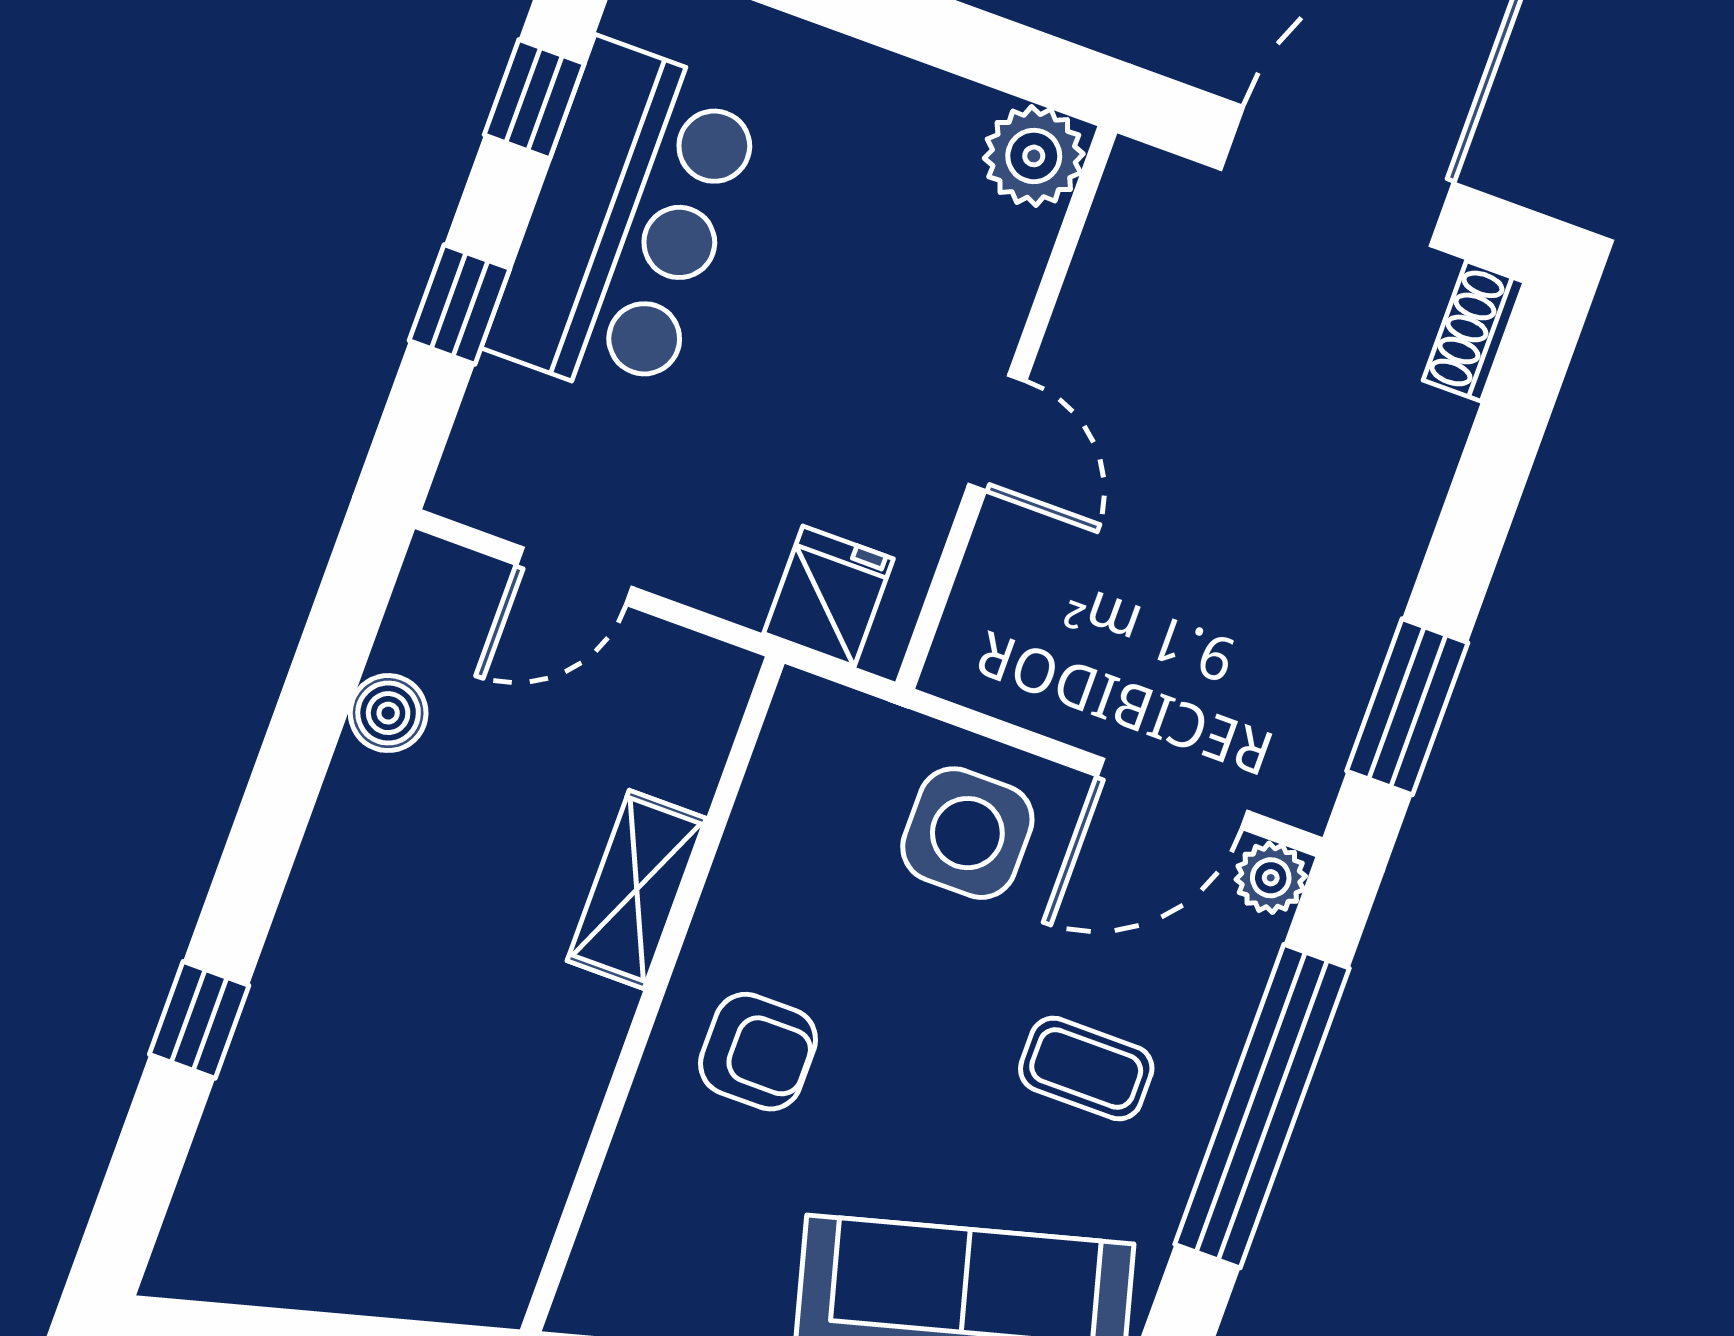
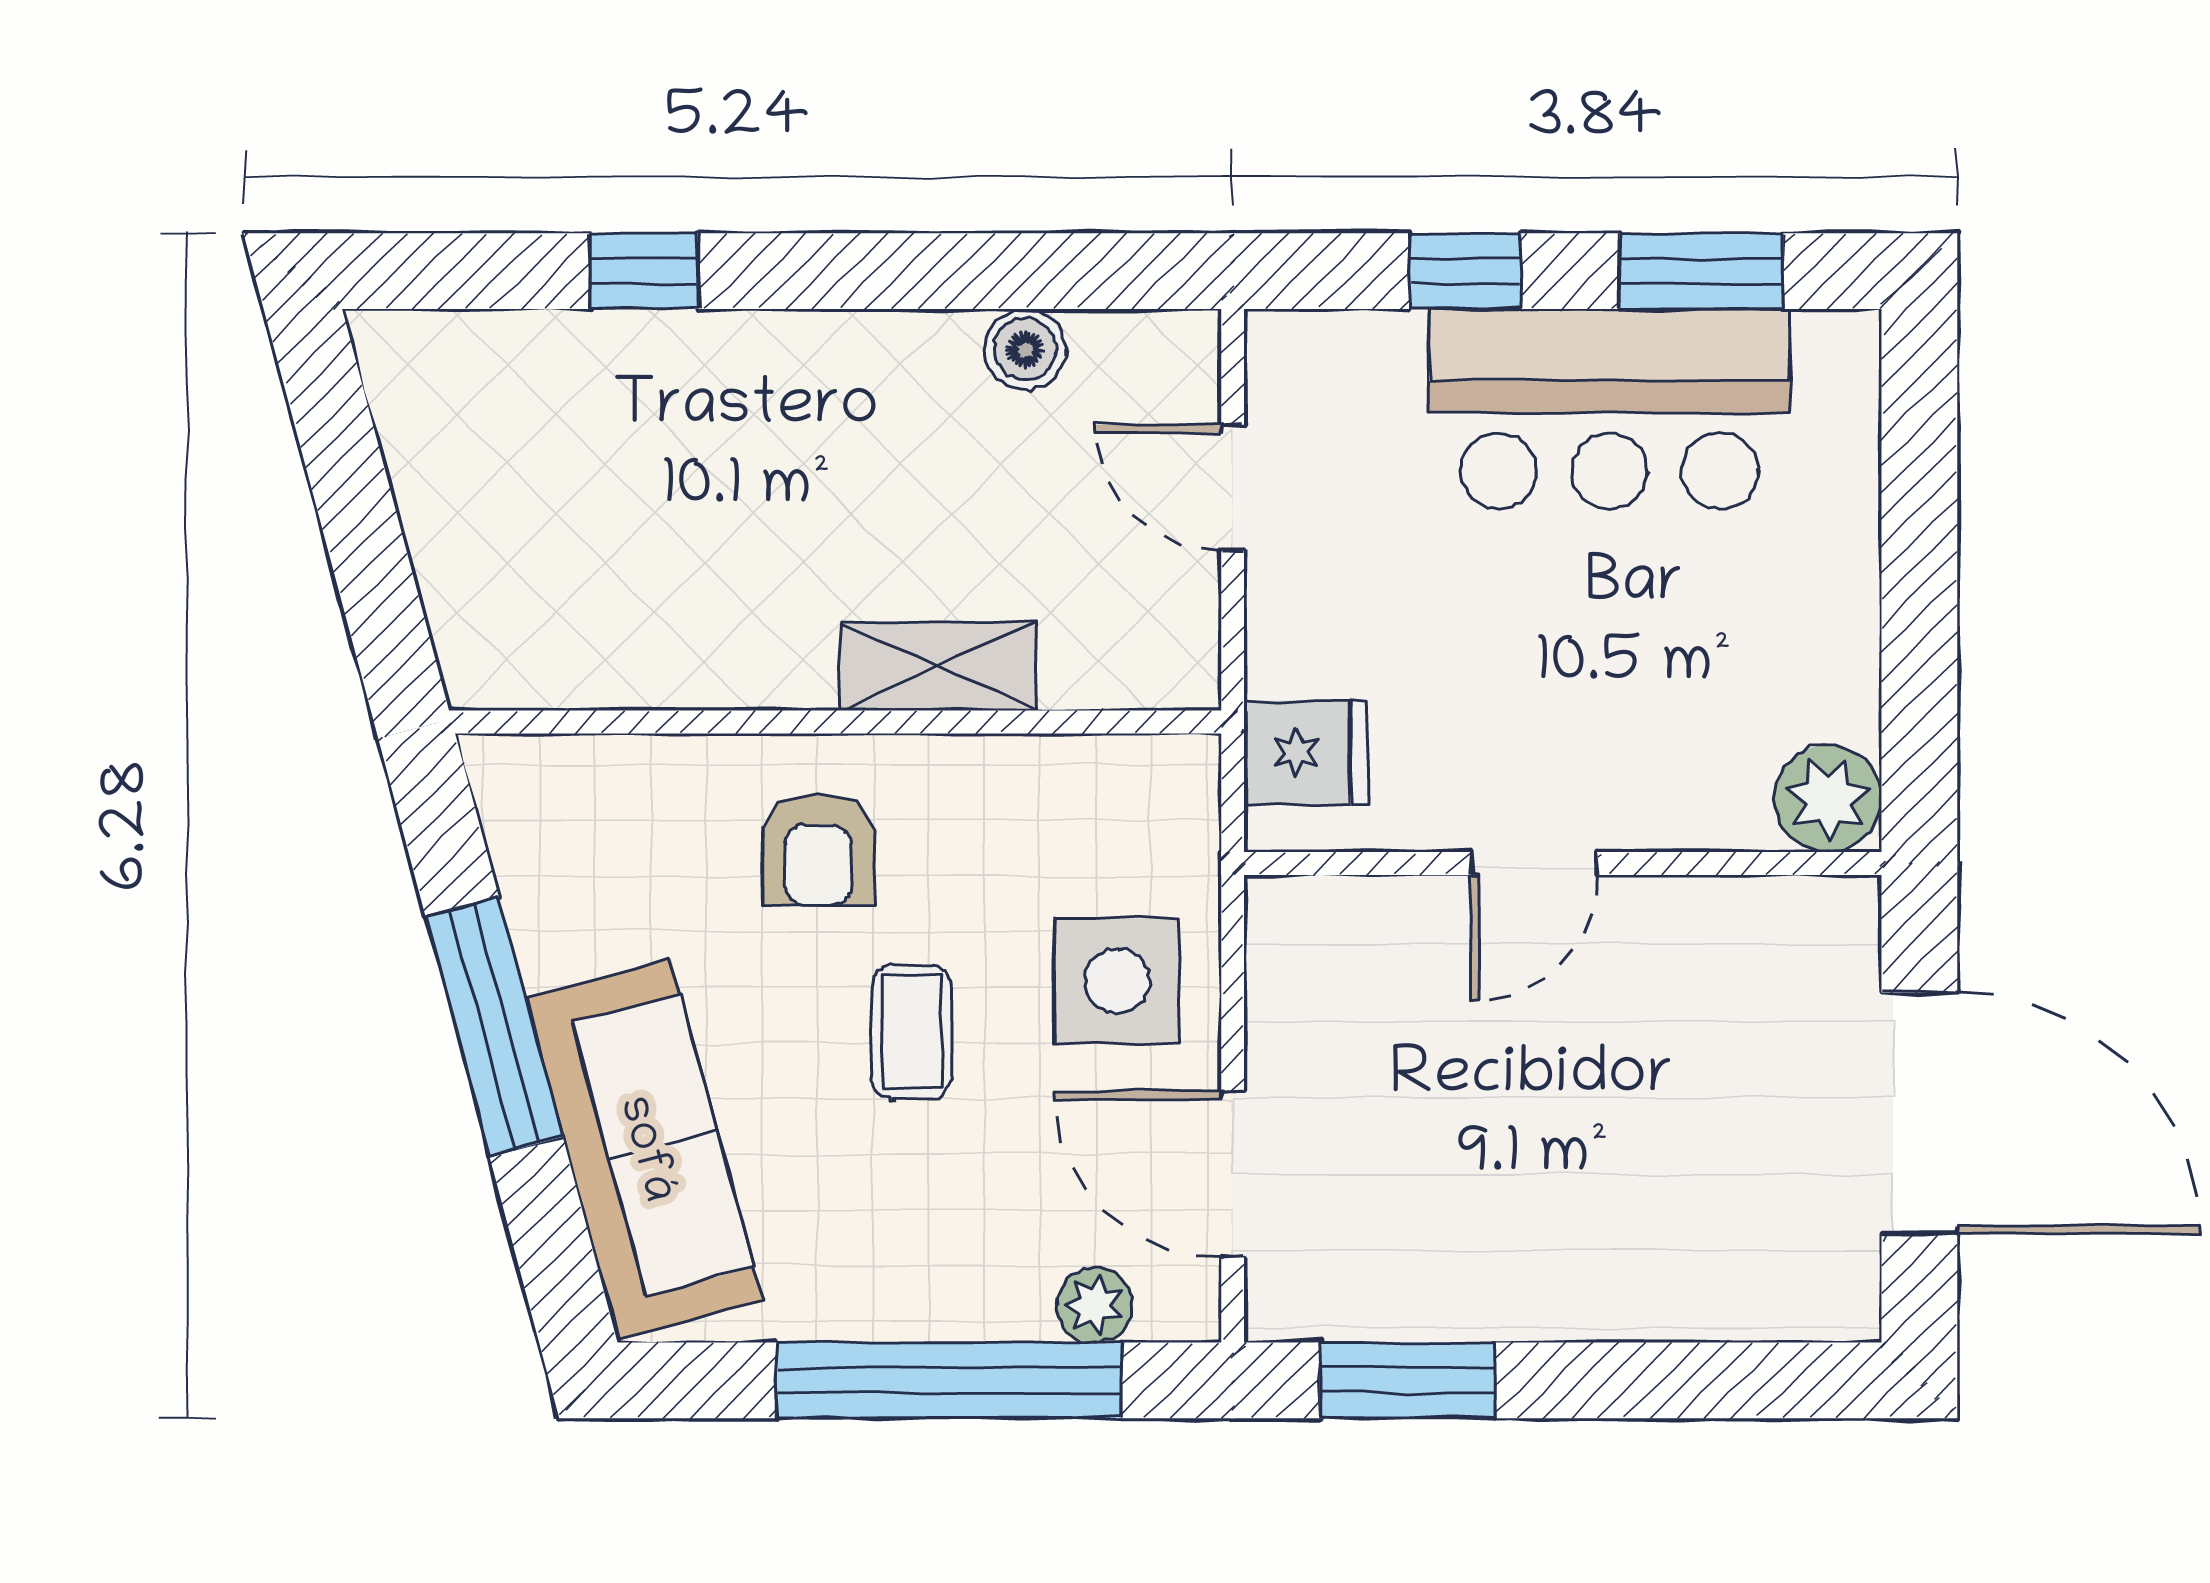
window: (534, 99) -> (1701, 271), width x1.50
shoe rack: (1474, 331) -> (1813, 1309), removed
plant: (1271, 878) -> (1094, 1305), moved
coffee table: (1086, 1069) -> (911, 1032), moved

